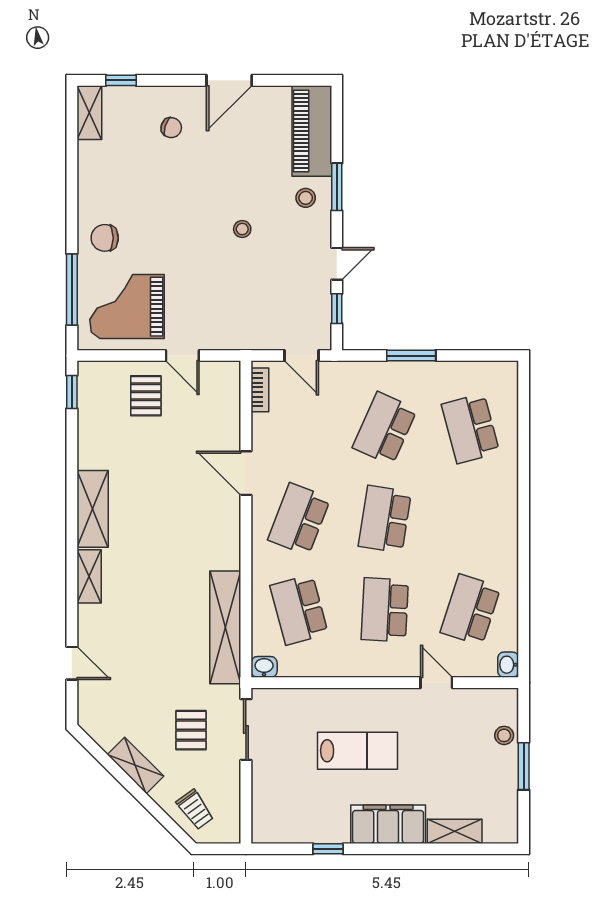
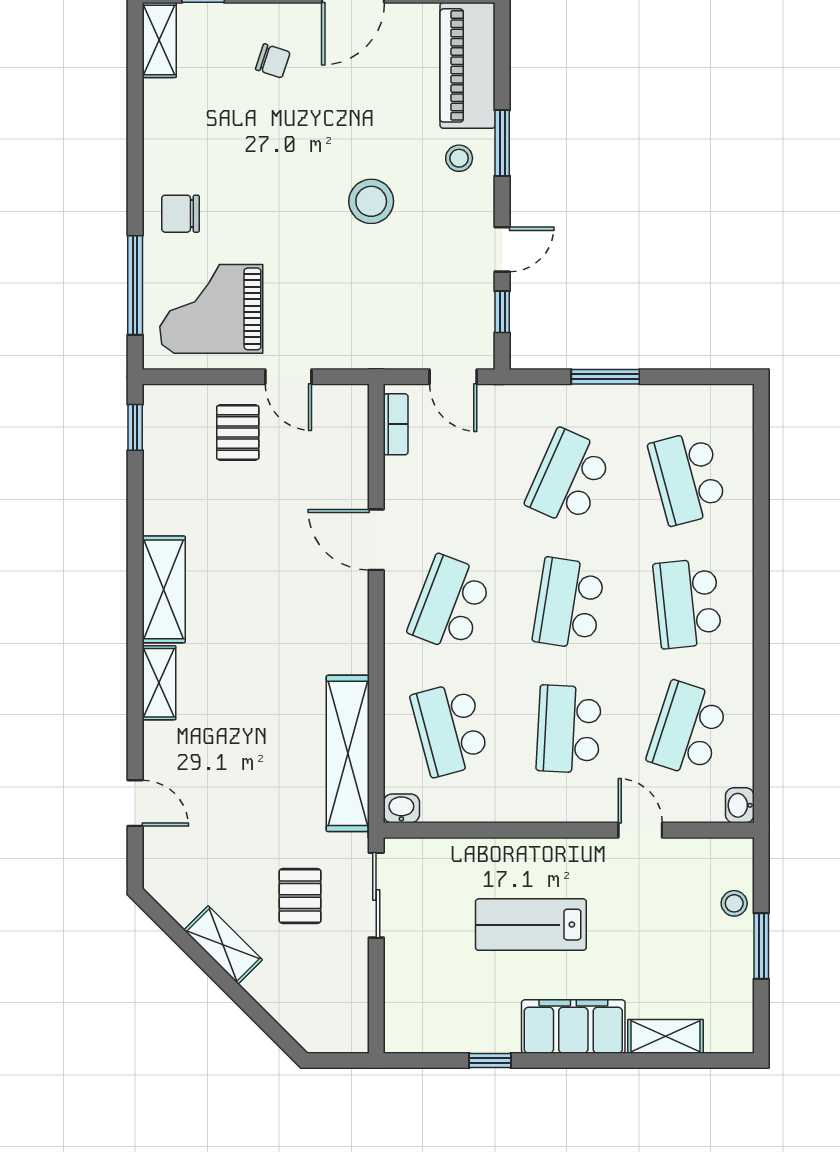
stool: (242, 229) -> (371, 201), width x1.89, depth x1.89
school desk: (470, 519) -> (688, 603), added
lab bench: (357, 751) -> (531, 925), turned 180
trolley: (195, 809) -> (306, 1006), removed

